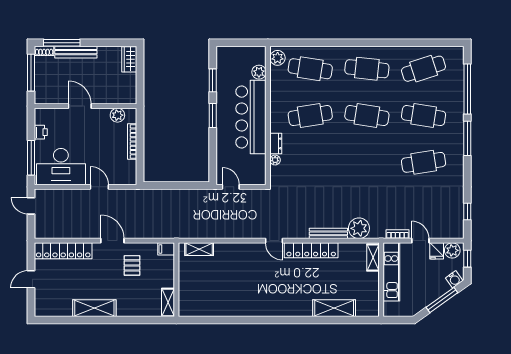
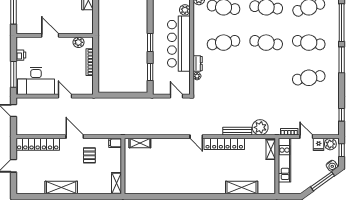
window: (213, 80) -> (150, 72), moved
door: (231, 187) -> (176, 96), moved

